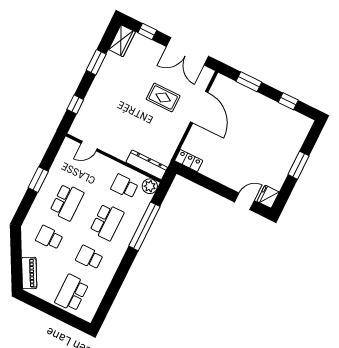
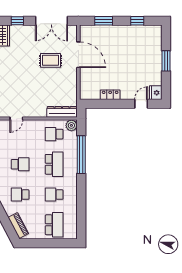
locker: (189, 161) -> (110, 95), moved
school desk: (67, 202) -> (20, 164), width x0.54
school desk: (72, 293) -> (54, 225), turned 180

